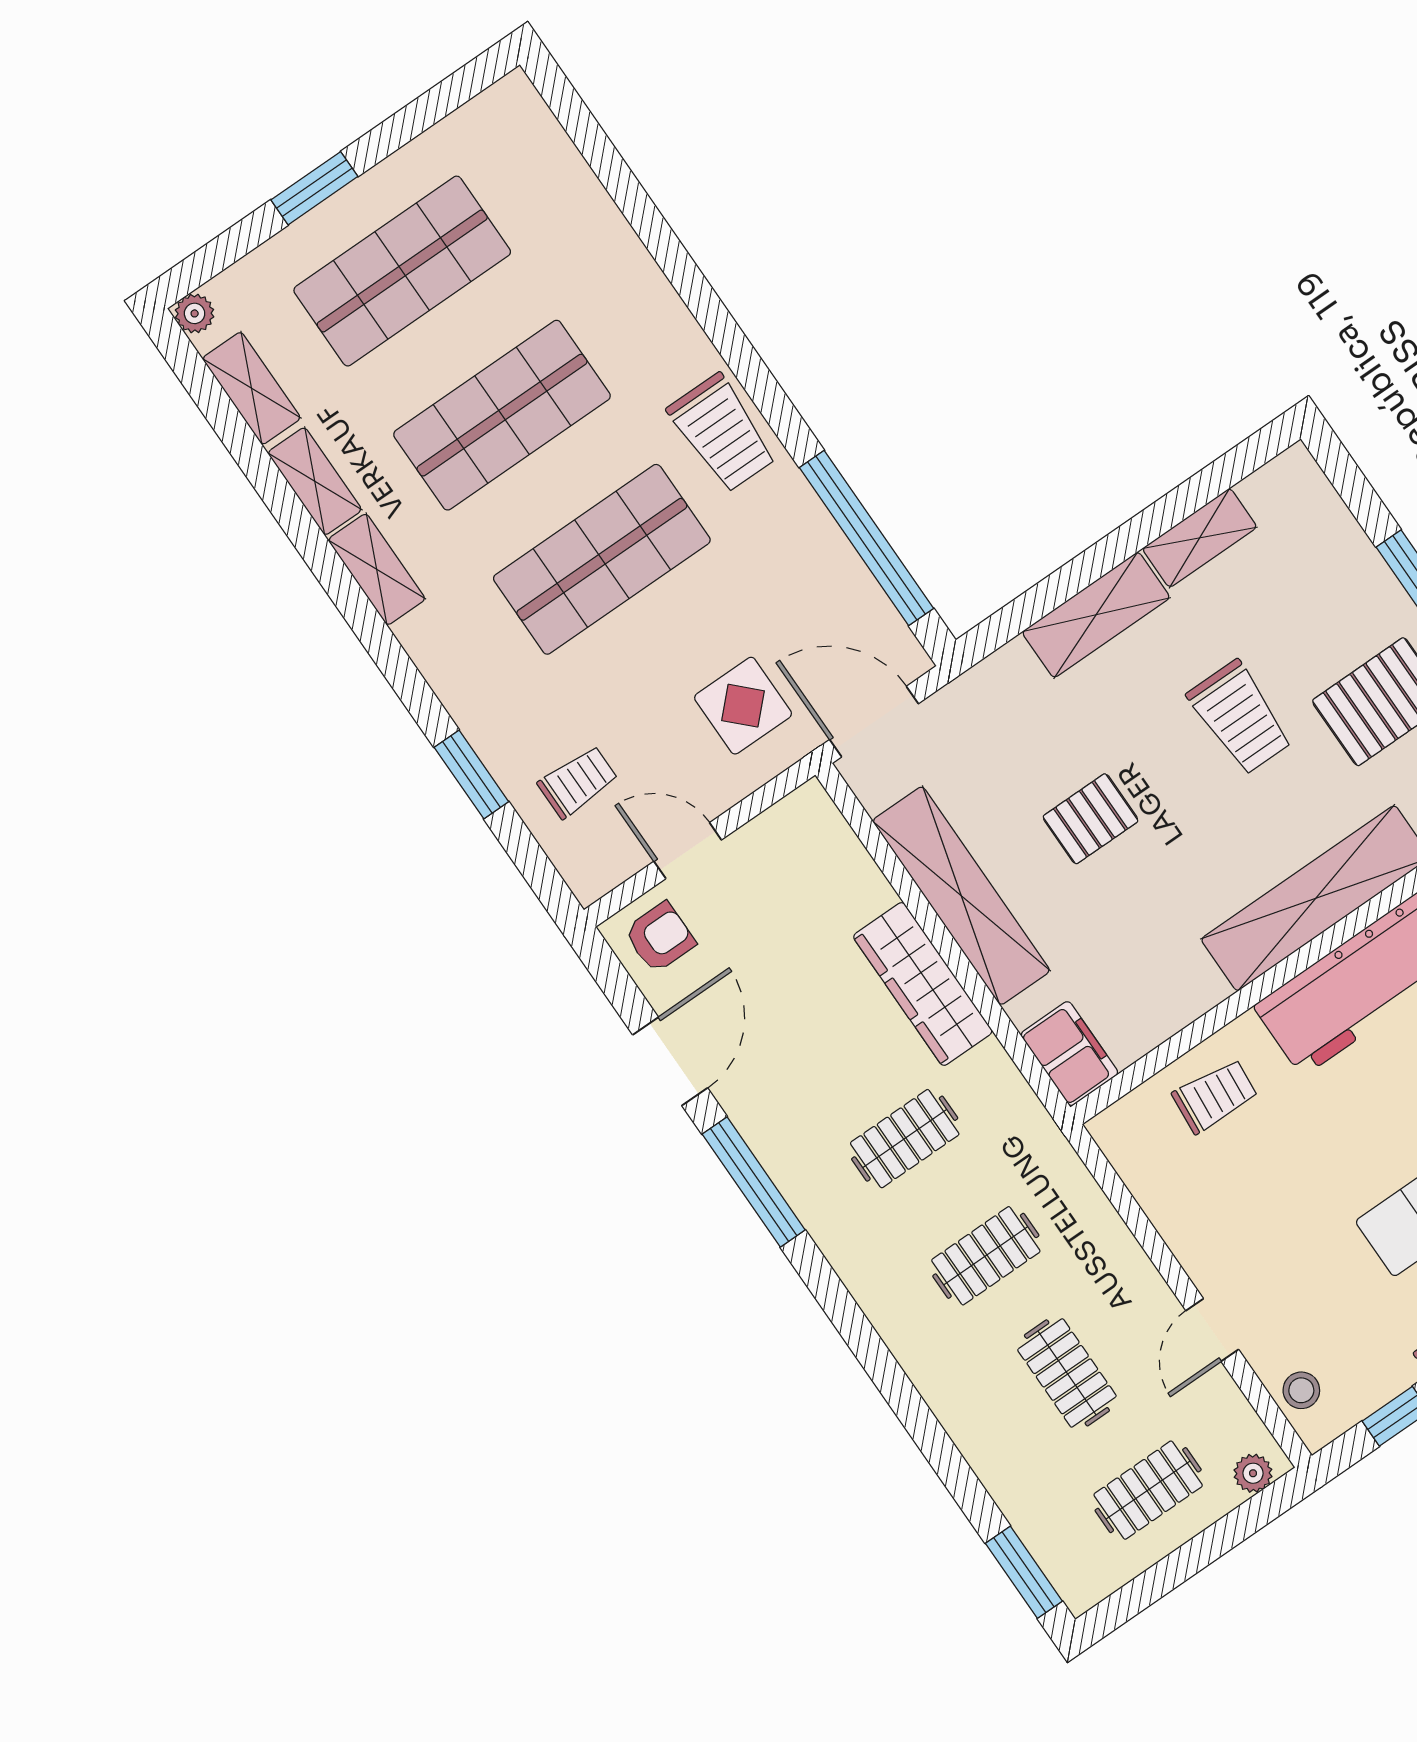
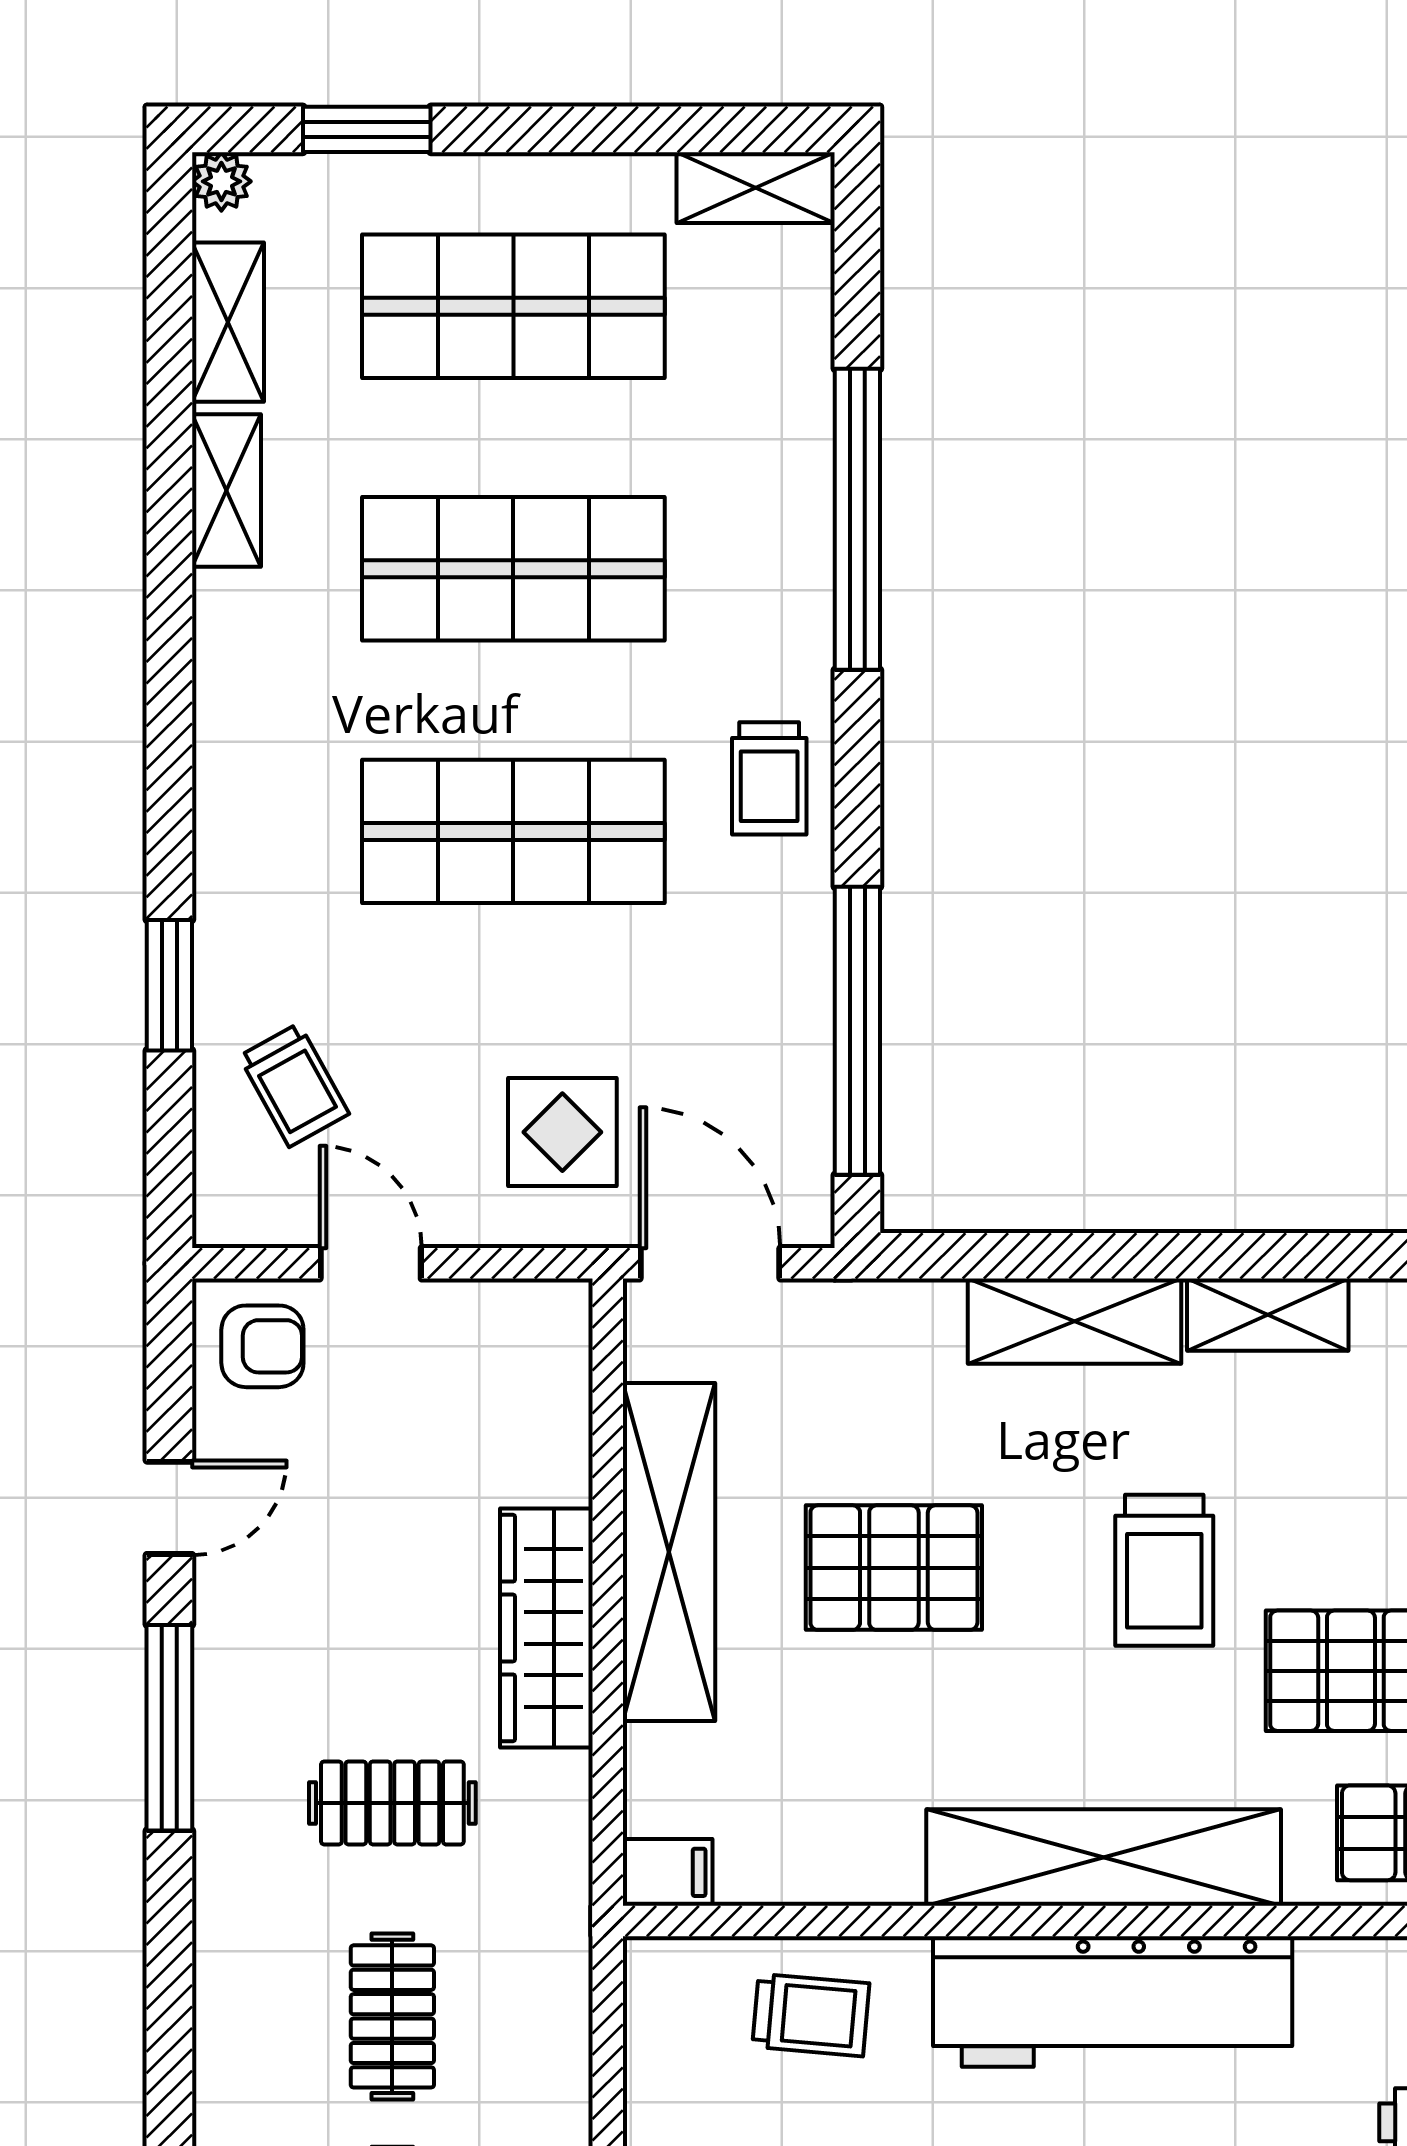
window: (314, 188) -> (367, 129), moved
window: (672, 257) -> (857, 519), added
trolley: (722, 433) -> (769, 778), width x0.73, depth x0.72
shelving: (377, 569) -> (756, 188), moved, turned 90
trolley: (578, 782) -> (294, 1085), turned 61
pallet: (1091, 819) -> (894, 1568), width x1.50, depth x1.42
filing cabinet: (1069, 1054) -> (668, 1872), width x0.50
door: (670, 1061) -> (169, 1508), width x0.73
clothes rail: (986, 1256) -> (392, 2016), turned 90

